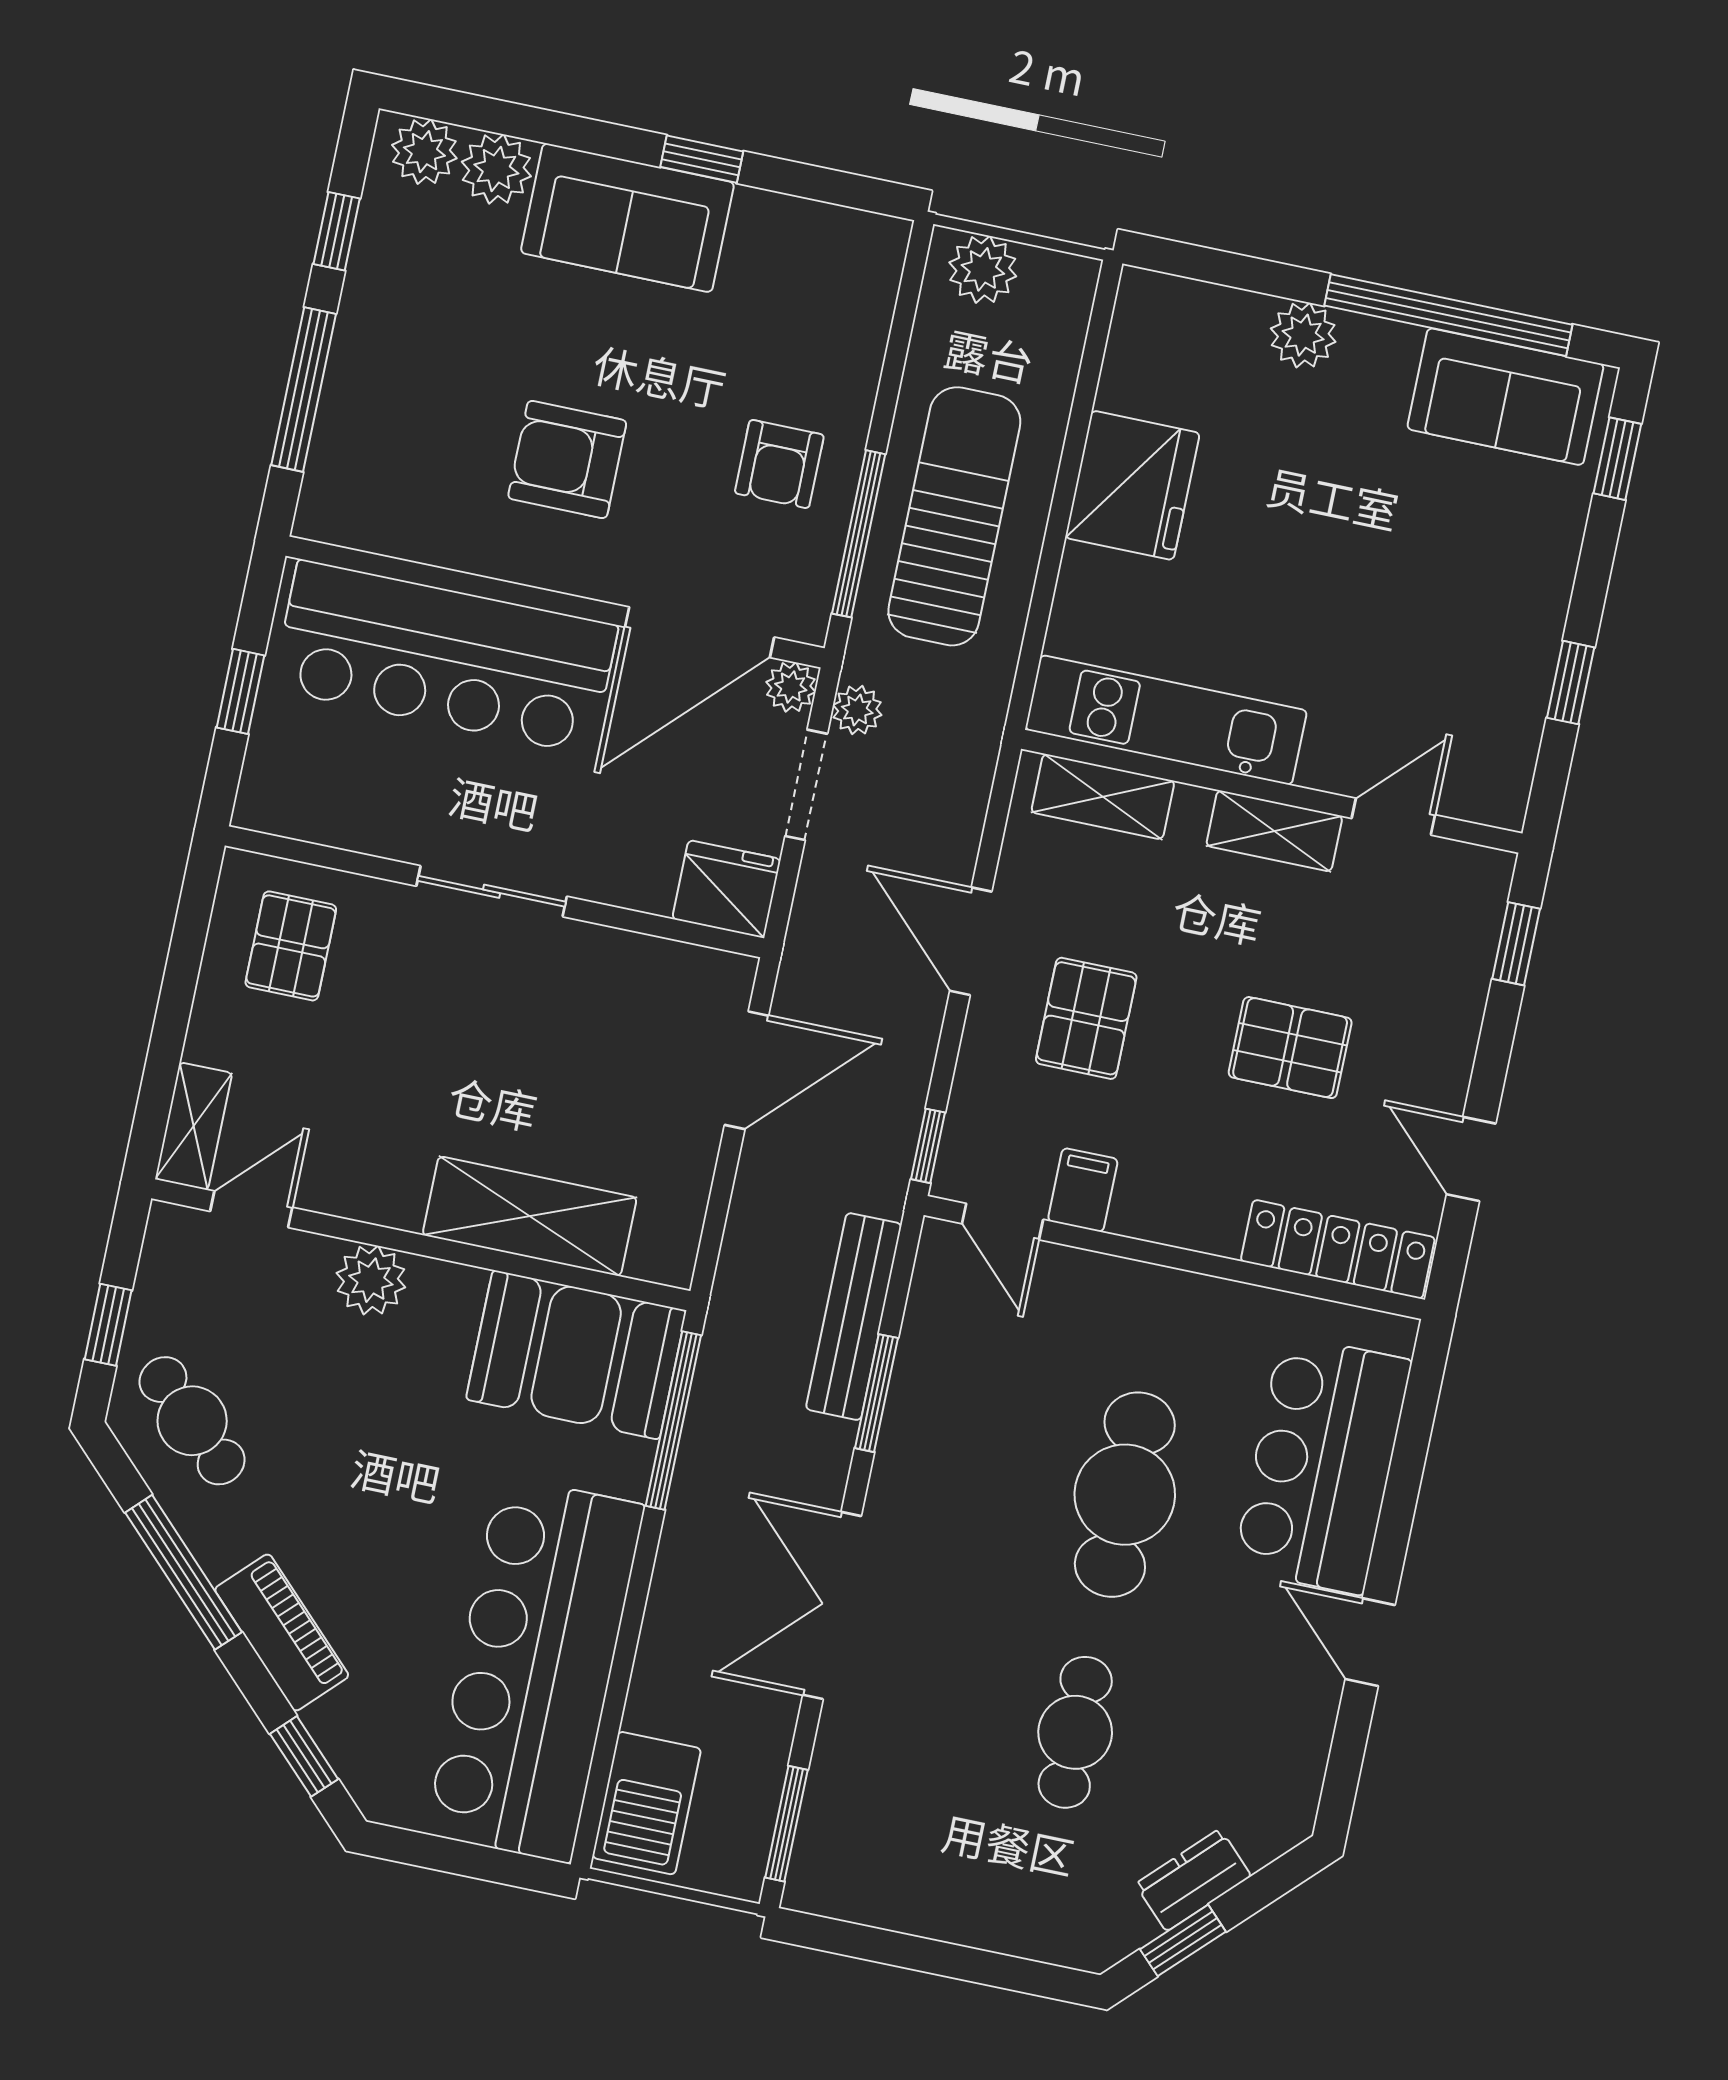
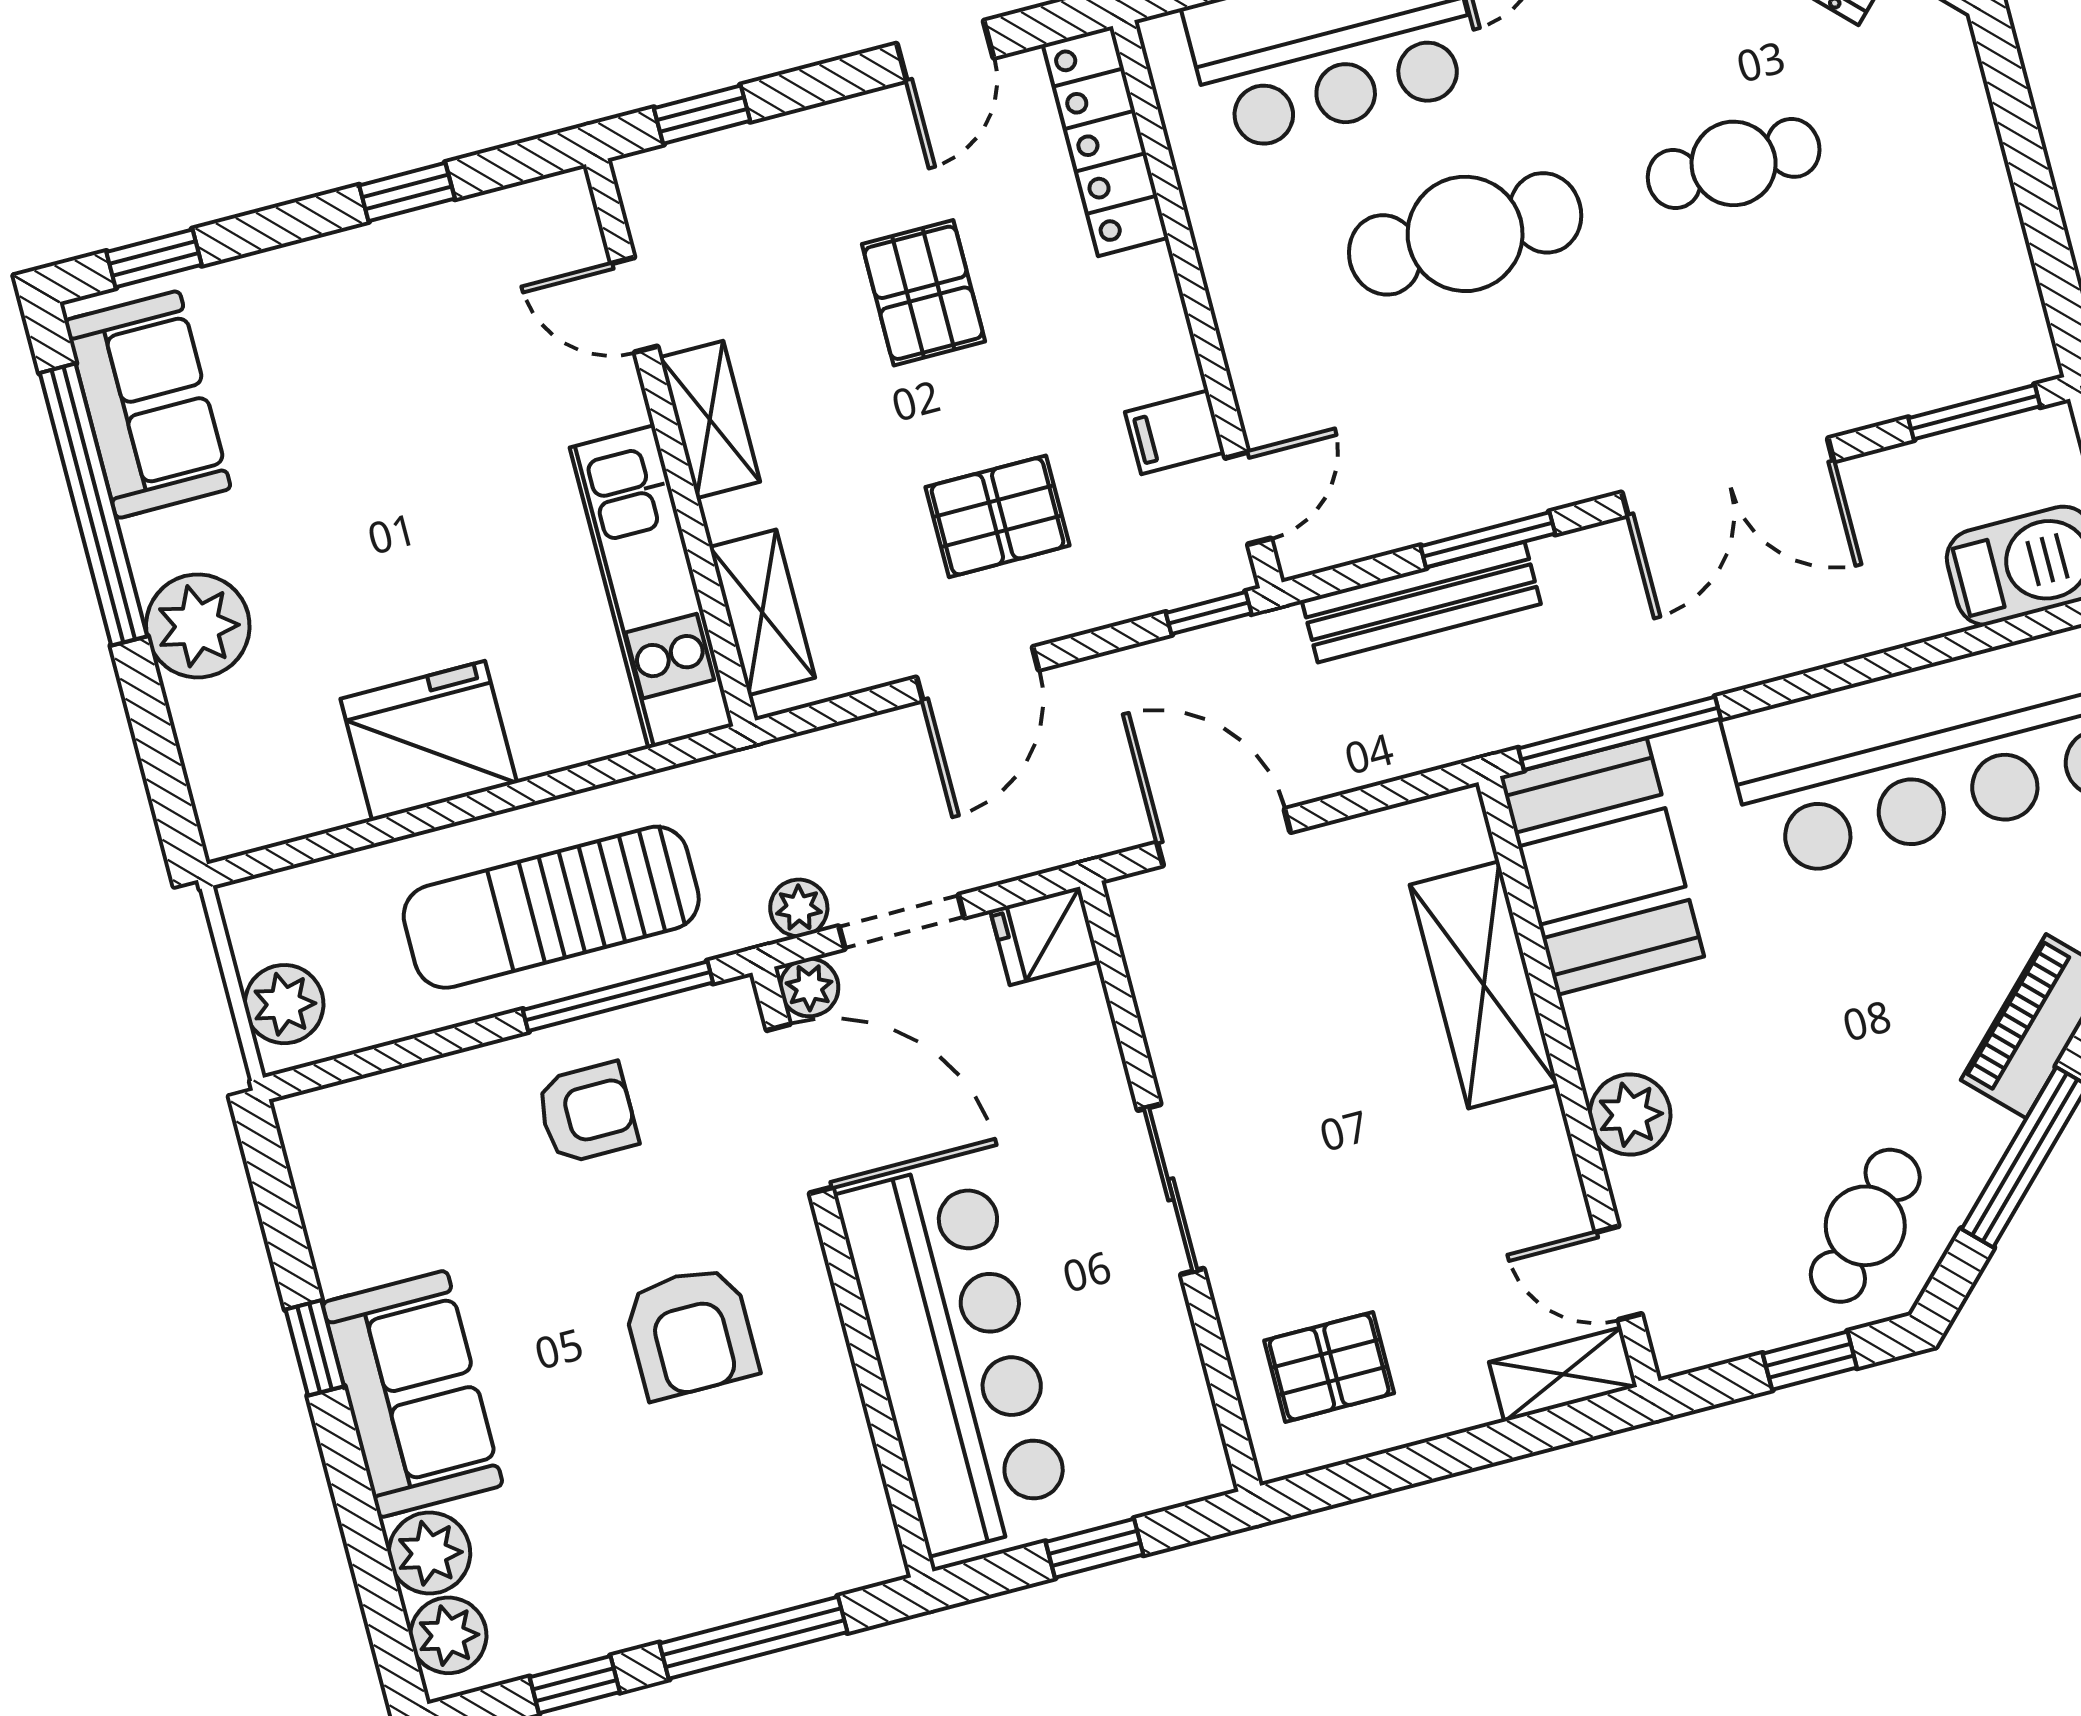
plant: (1303, 335) -> (198, 626), width x1.36, depth x1.36
fridge: (726, 889) -> (1045, 936), width x0.72

